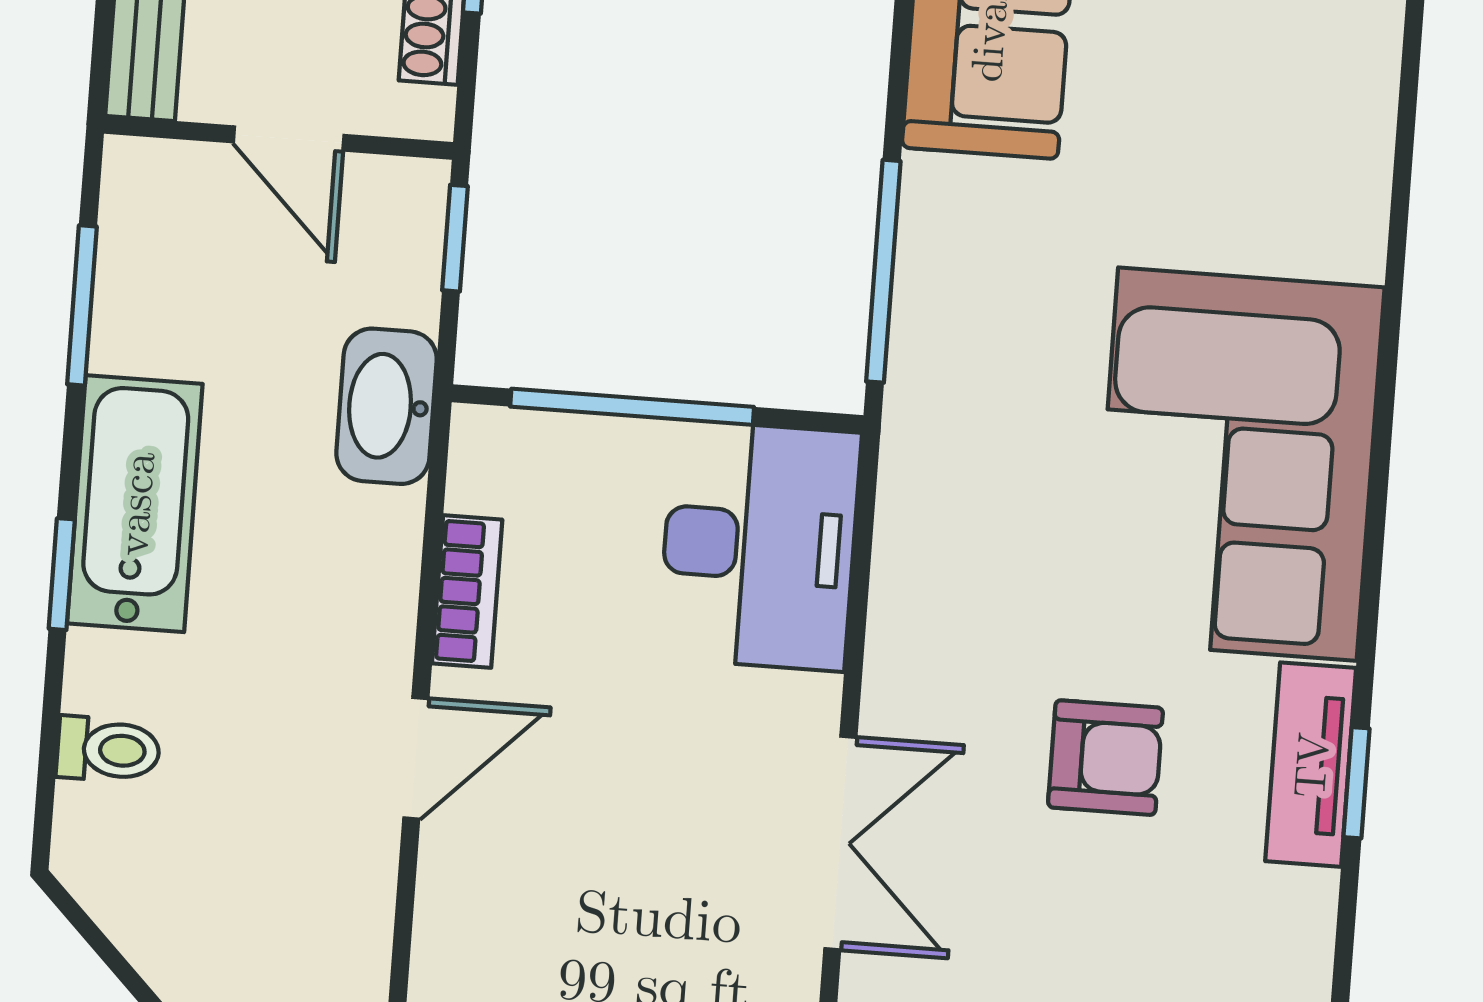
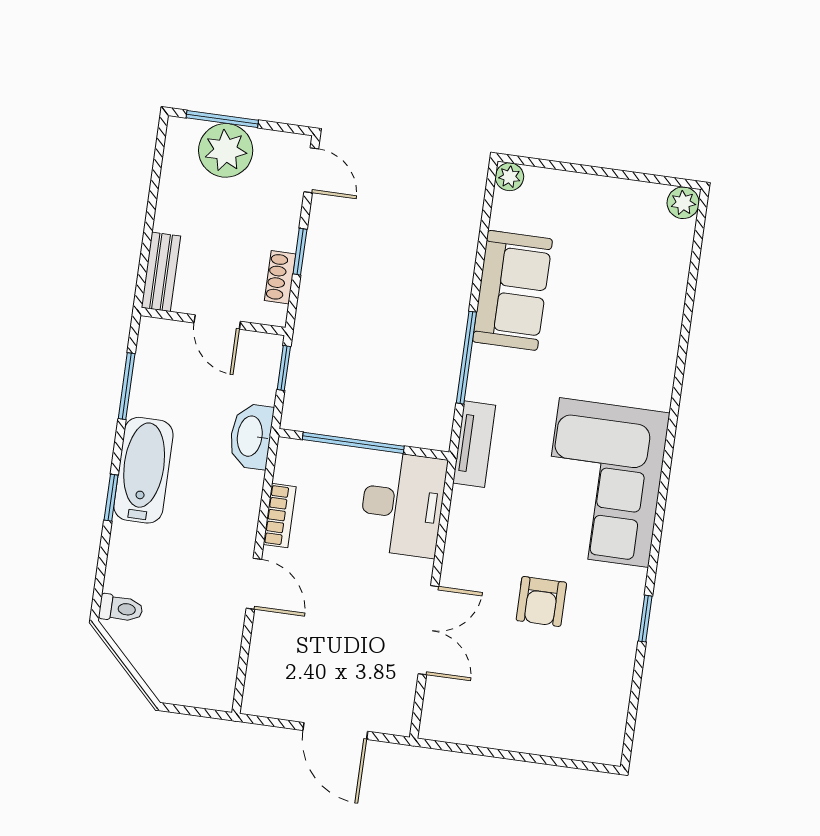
window: (883, 271) -> (466, 358), moved
toilet: (108, 750) -> (121, 608), moved
door: (416, 758) -> (254, 584), hinge flipped
armchair: (1105, 758) -> (541, 601), turned 90
tv unit: (1311, 765) -> (474, 444), moved, turned 180

